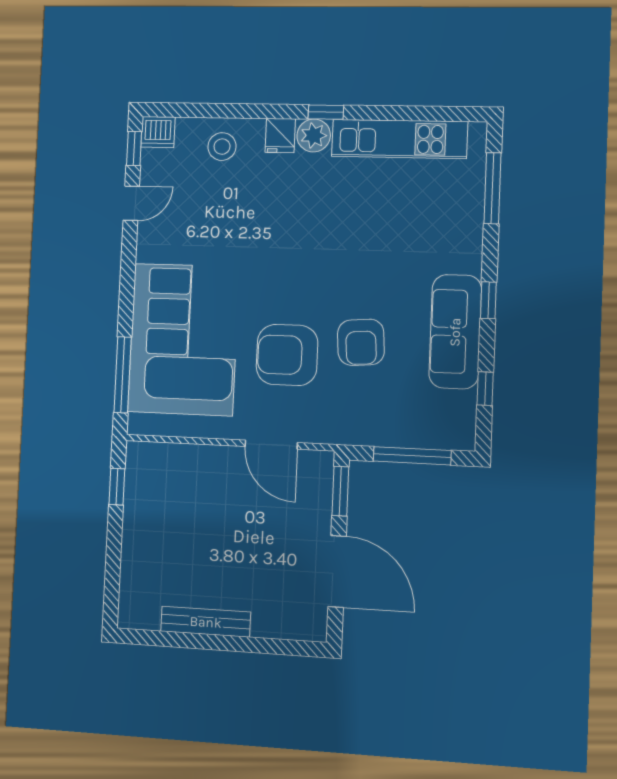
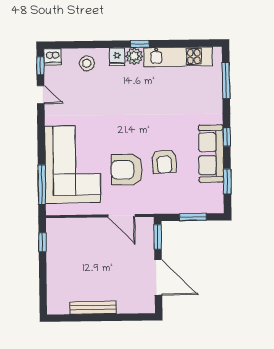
door: (131, 203) -> (41, 95), hinge flipped
window: (485, 389) -> (227, 181), width x1.50
window: (412, 456) -> (193, 217), width x0.69

